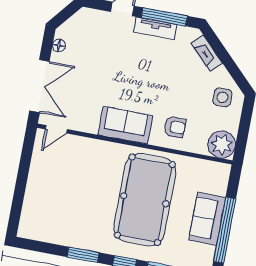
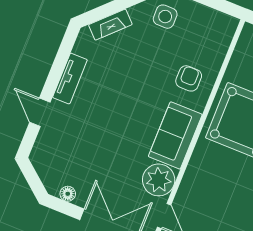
window: (164, 17) -> (59, 66), removed
plant: (222, 145) -> (159, 180), moved

